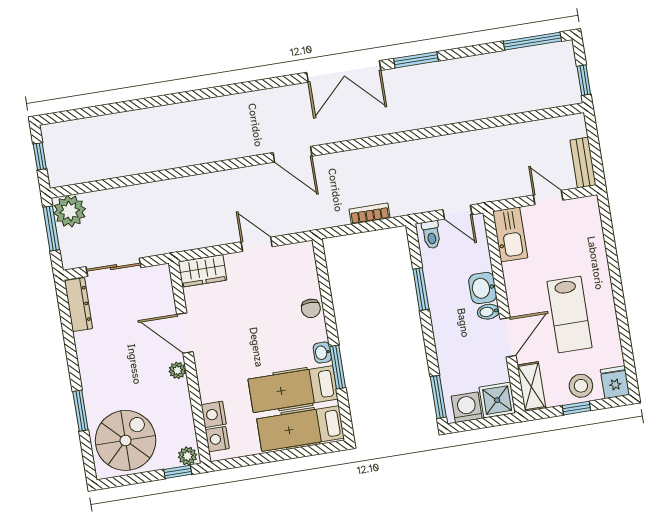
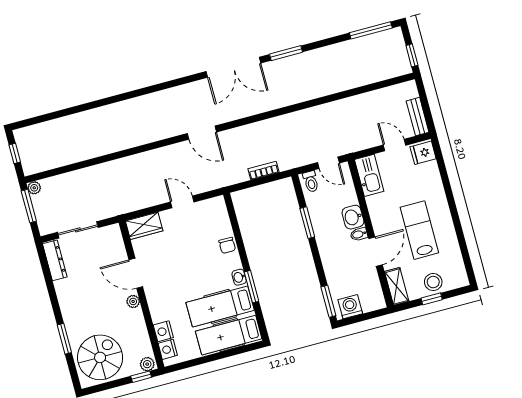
plant: (70, 211) -> (34, 188), width x0.53, depth x0.53
lab bench: (570, 314) -> (419, 230), turned 180
fridge: (615, 382) -> (423, 153), moved, turned -90
shower: (497, 400) -> (372, 299), removed

